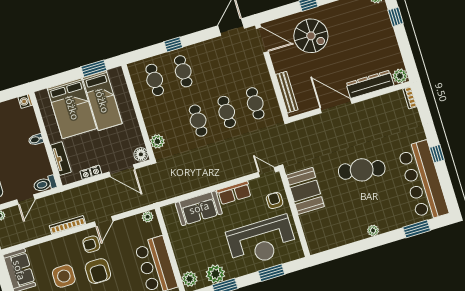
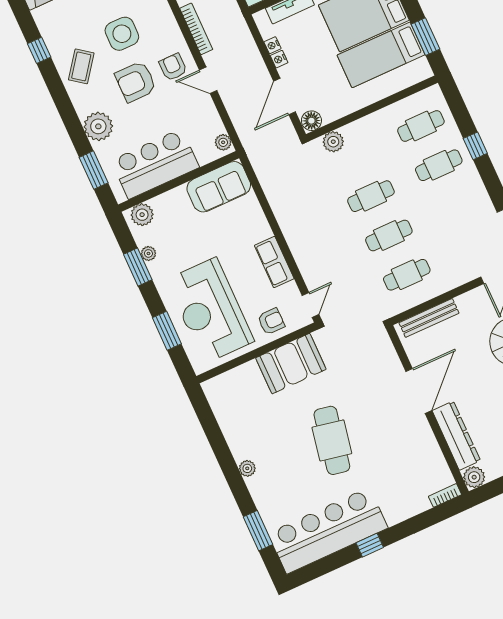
sofa: (199, 208) -> (219, 187), moved, turned -90
plant: (215, 274) -> (148, 253), width x0.53, depth x0.53

